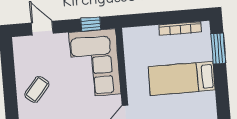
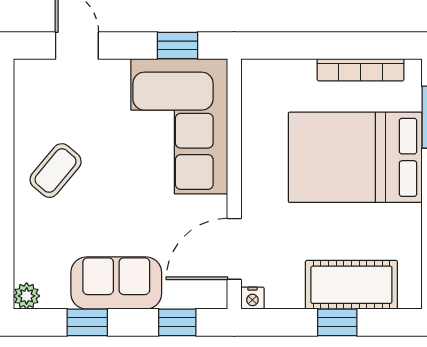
bed: (182, 78) -> (355, 157), width x1.50

